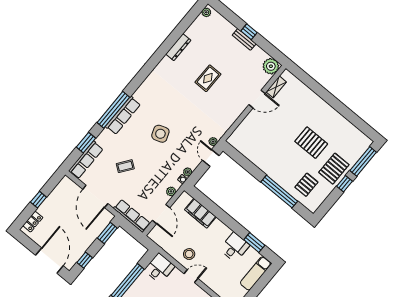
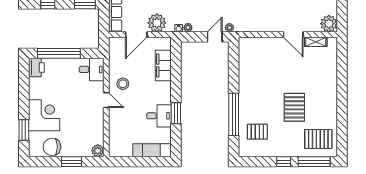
pallet: (334, 169) -> (318, 139), moved
plant: (171, 191) -> (157, 23), width x1.87, depth x1.87
window: (254, 242) -> (176, 113), moved

